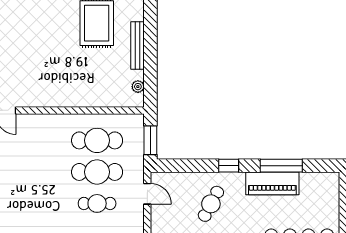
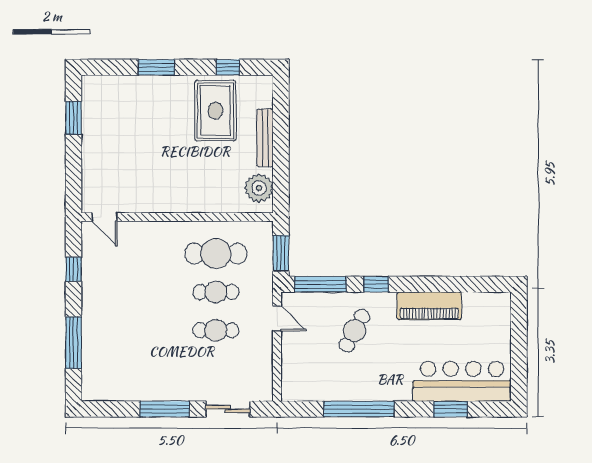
plant: (138, 87) -> (259, 188), width x1.88, depth x1.88
window: (281, 166) -> (320, 284), moved
cafe table: (97, 172) -> (216, 292), width x0.73, depth x0.74

